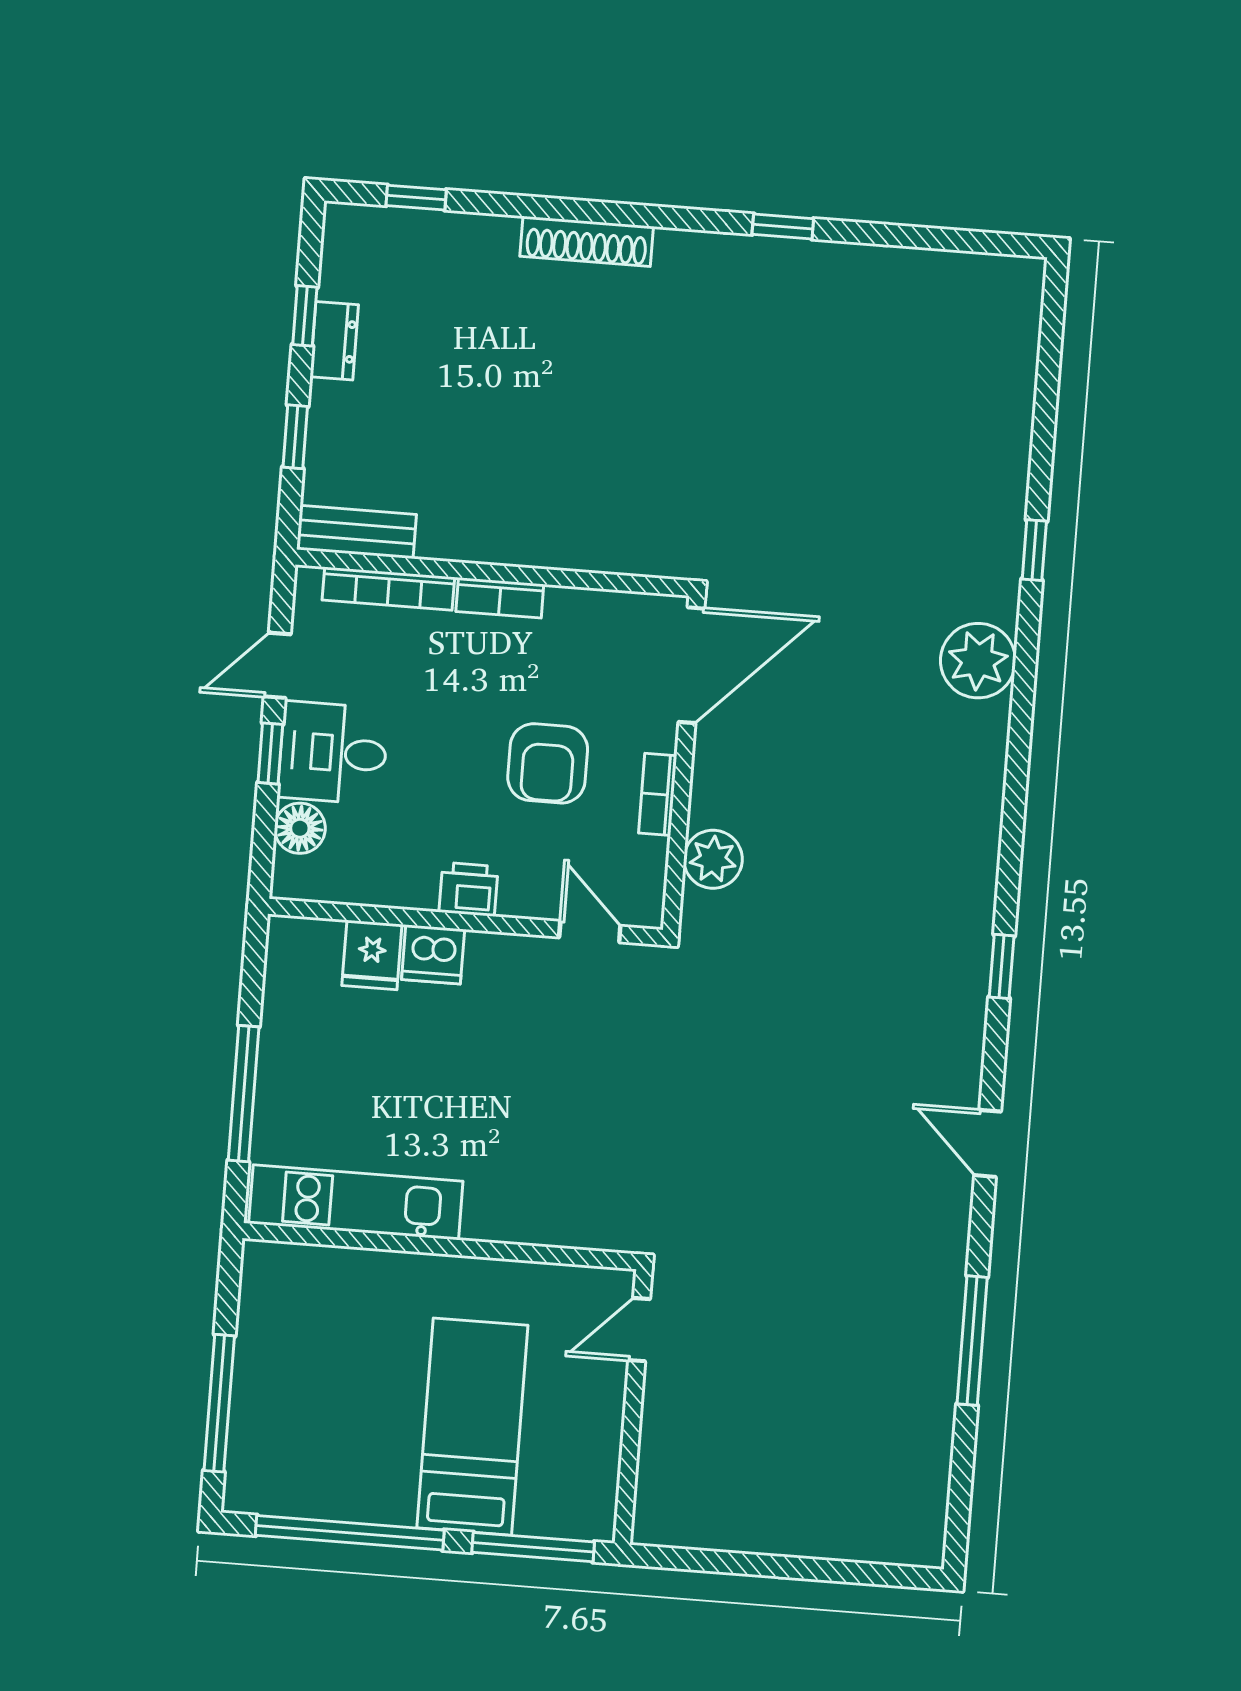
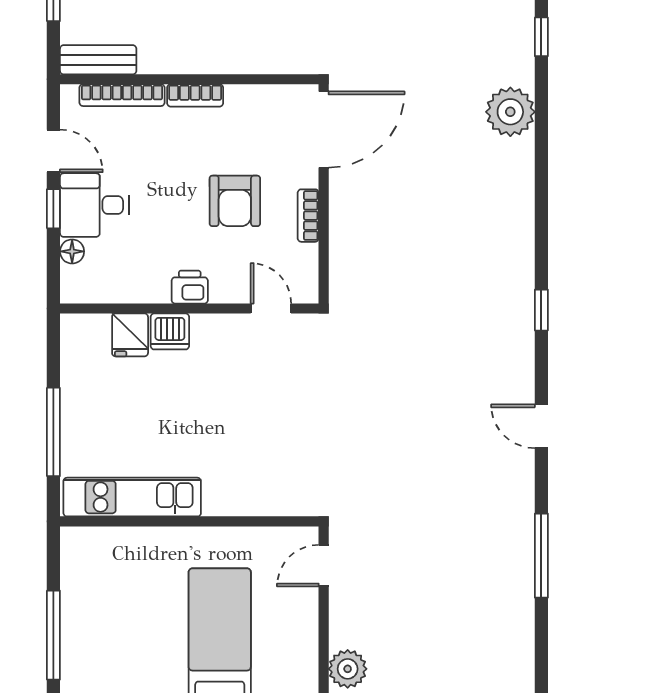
door: (277, 665) -> (53, 151), swing flipped
floor lamp: (300, 828) -> (72, 251), width x0.73, depth x0.73
plant: (713, 859) -> (348, 669), moved

